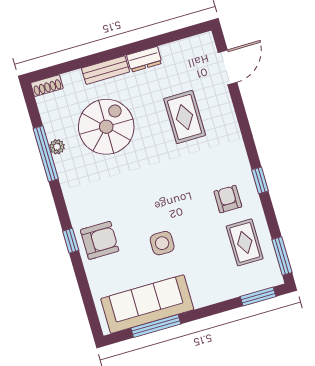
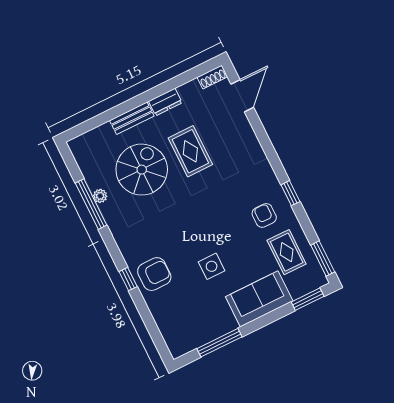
shoe rack: (47, 86) -> (212, 77), moved
rug: (185, 117) -> (190, 151), moved
sofa: (147, 304) -> (259, 299), moved, width x0.73

